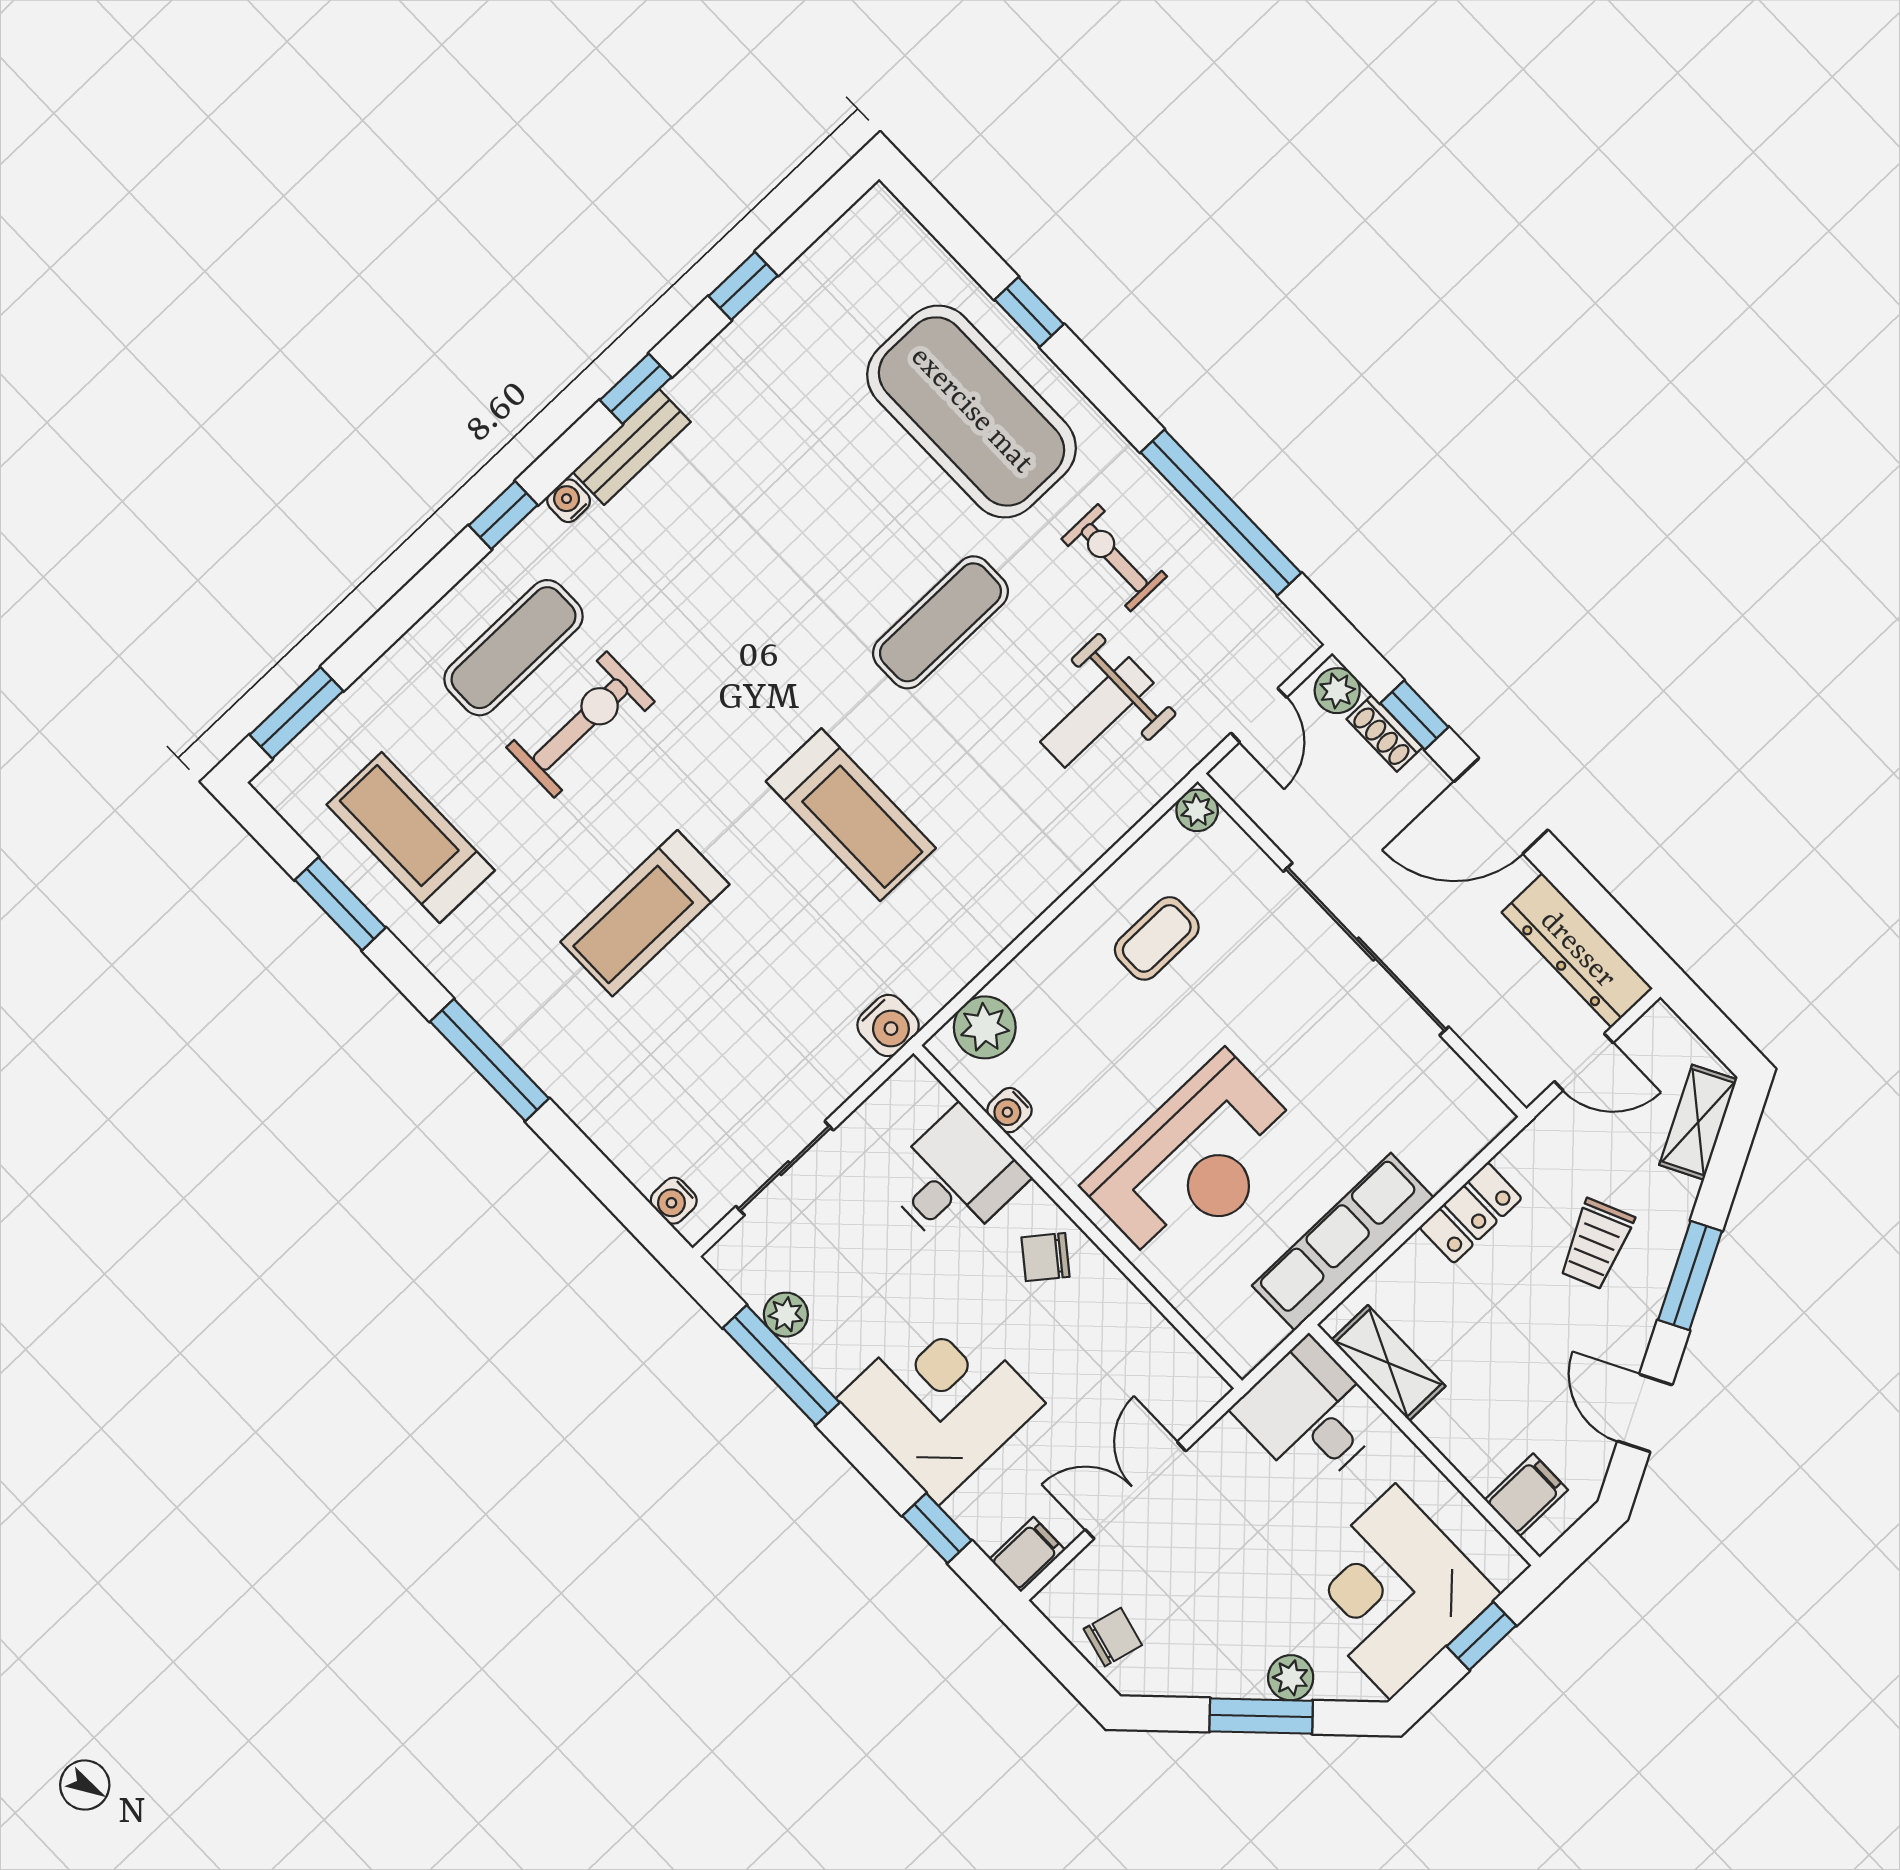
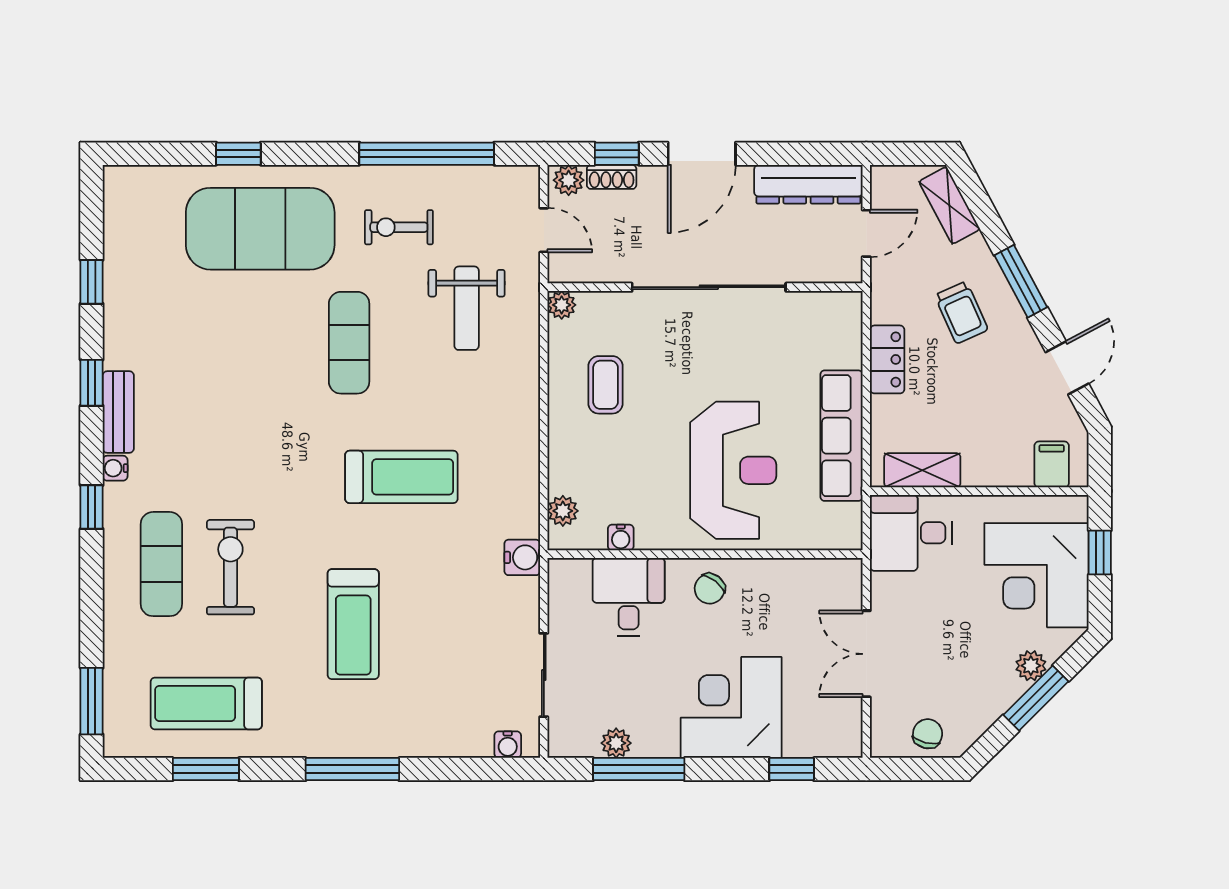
plant: (985, 1027) -> (563, 511), width x0.73, depth x0.73
door: (1645, 1413) -> (1067, 368), swing flipped
filing cabinet: (1027, 1555) -> (847, 737), removed

